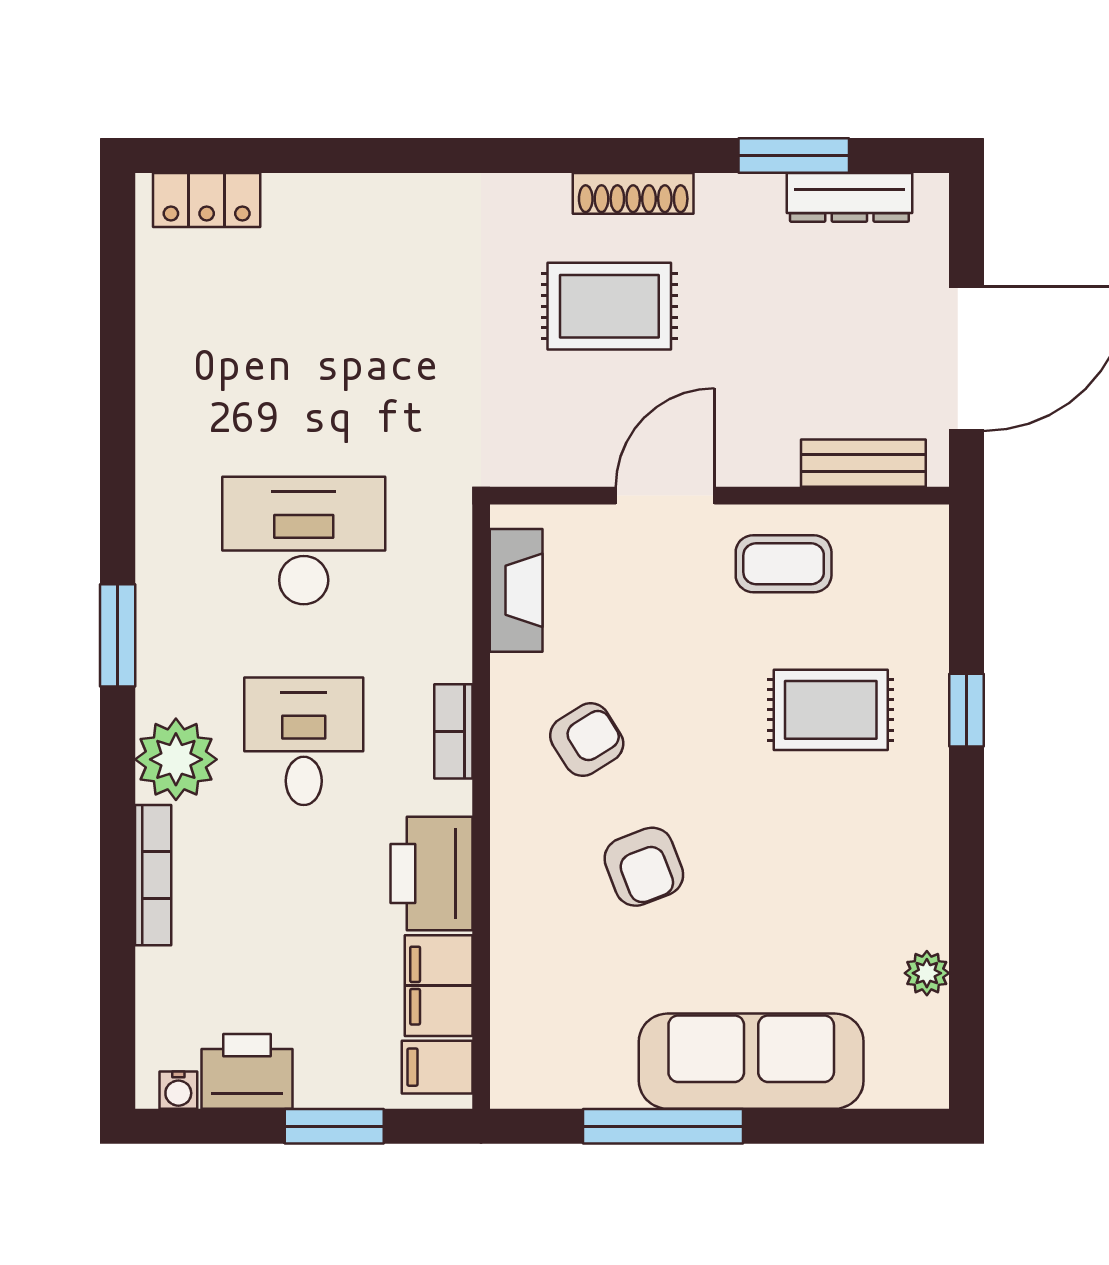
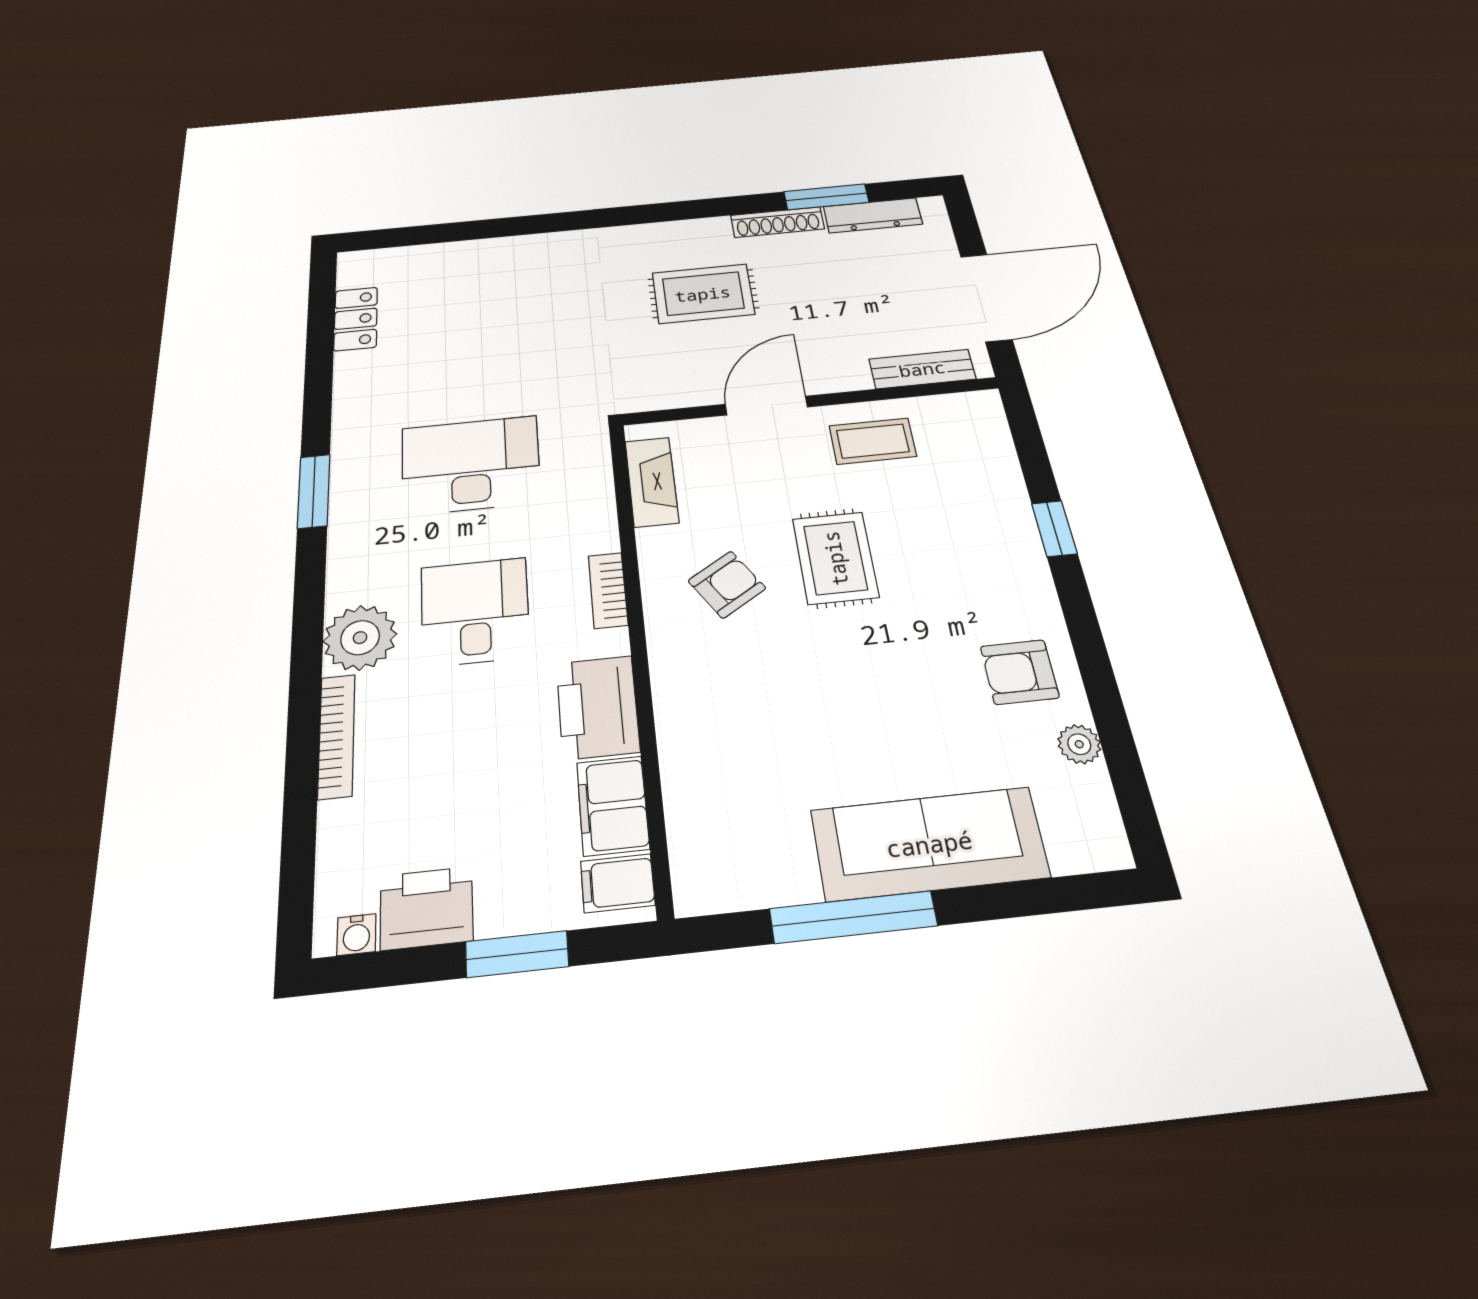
shoe rack: (633, 193) -> (777, 222), moved
locker: (207, 200) -> (356, 319), moved, turned -90
window: (118, 635) -> (314, 491), moved
rug: (831, 710) -> (835, 558), moved, turned 90
armchair: (644, 867) -> (1020, 672), moved, turned 111

